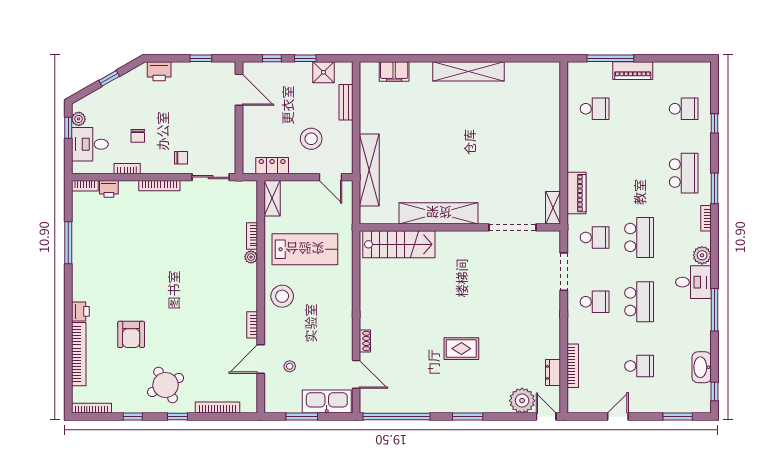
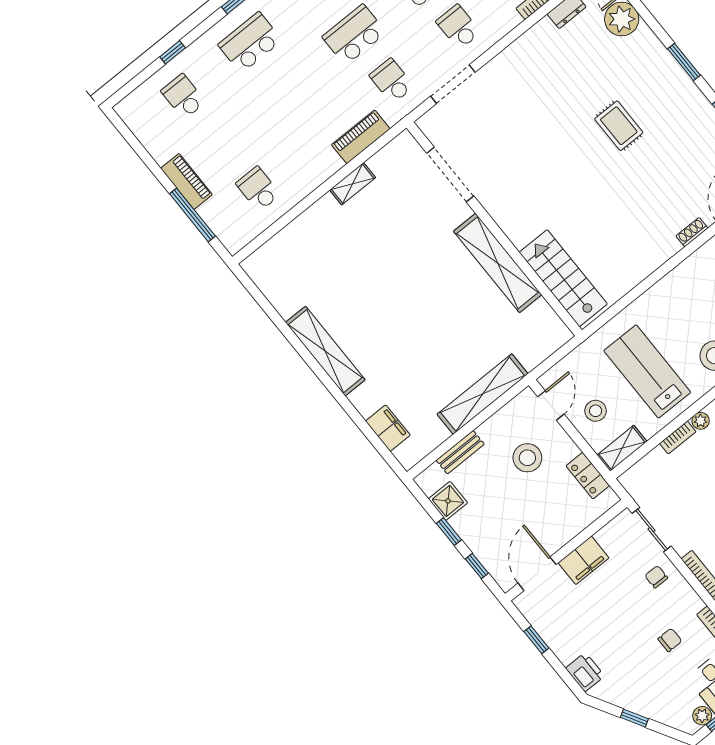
filing cabinet: (225, 123) -> (584, 560), added
shelving: (369, 170) -> (483, 394), moved
stool: (306, 201) -> (596, 411), added
shelving: (553, 208) -> (353, 184), moved

